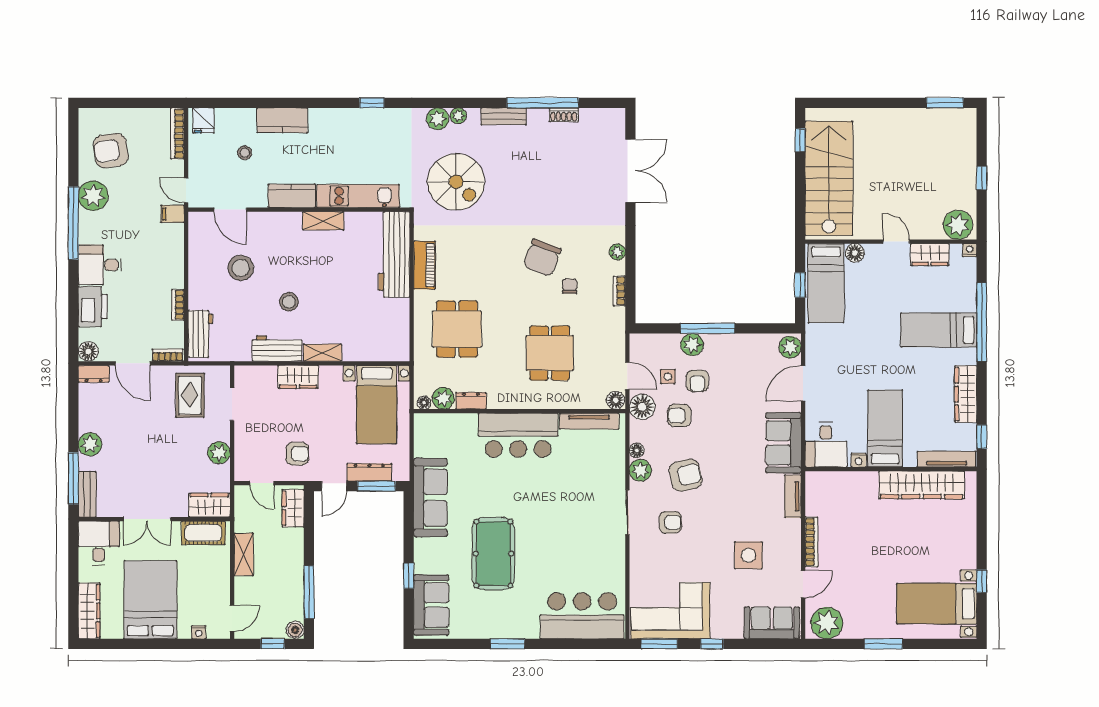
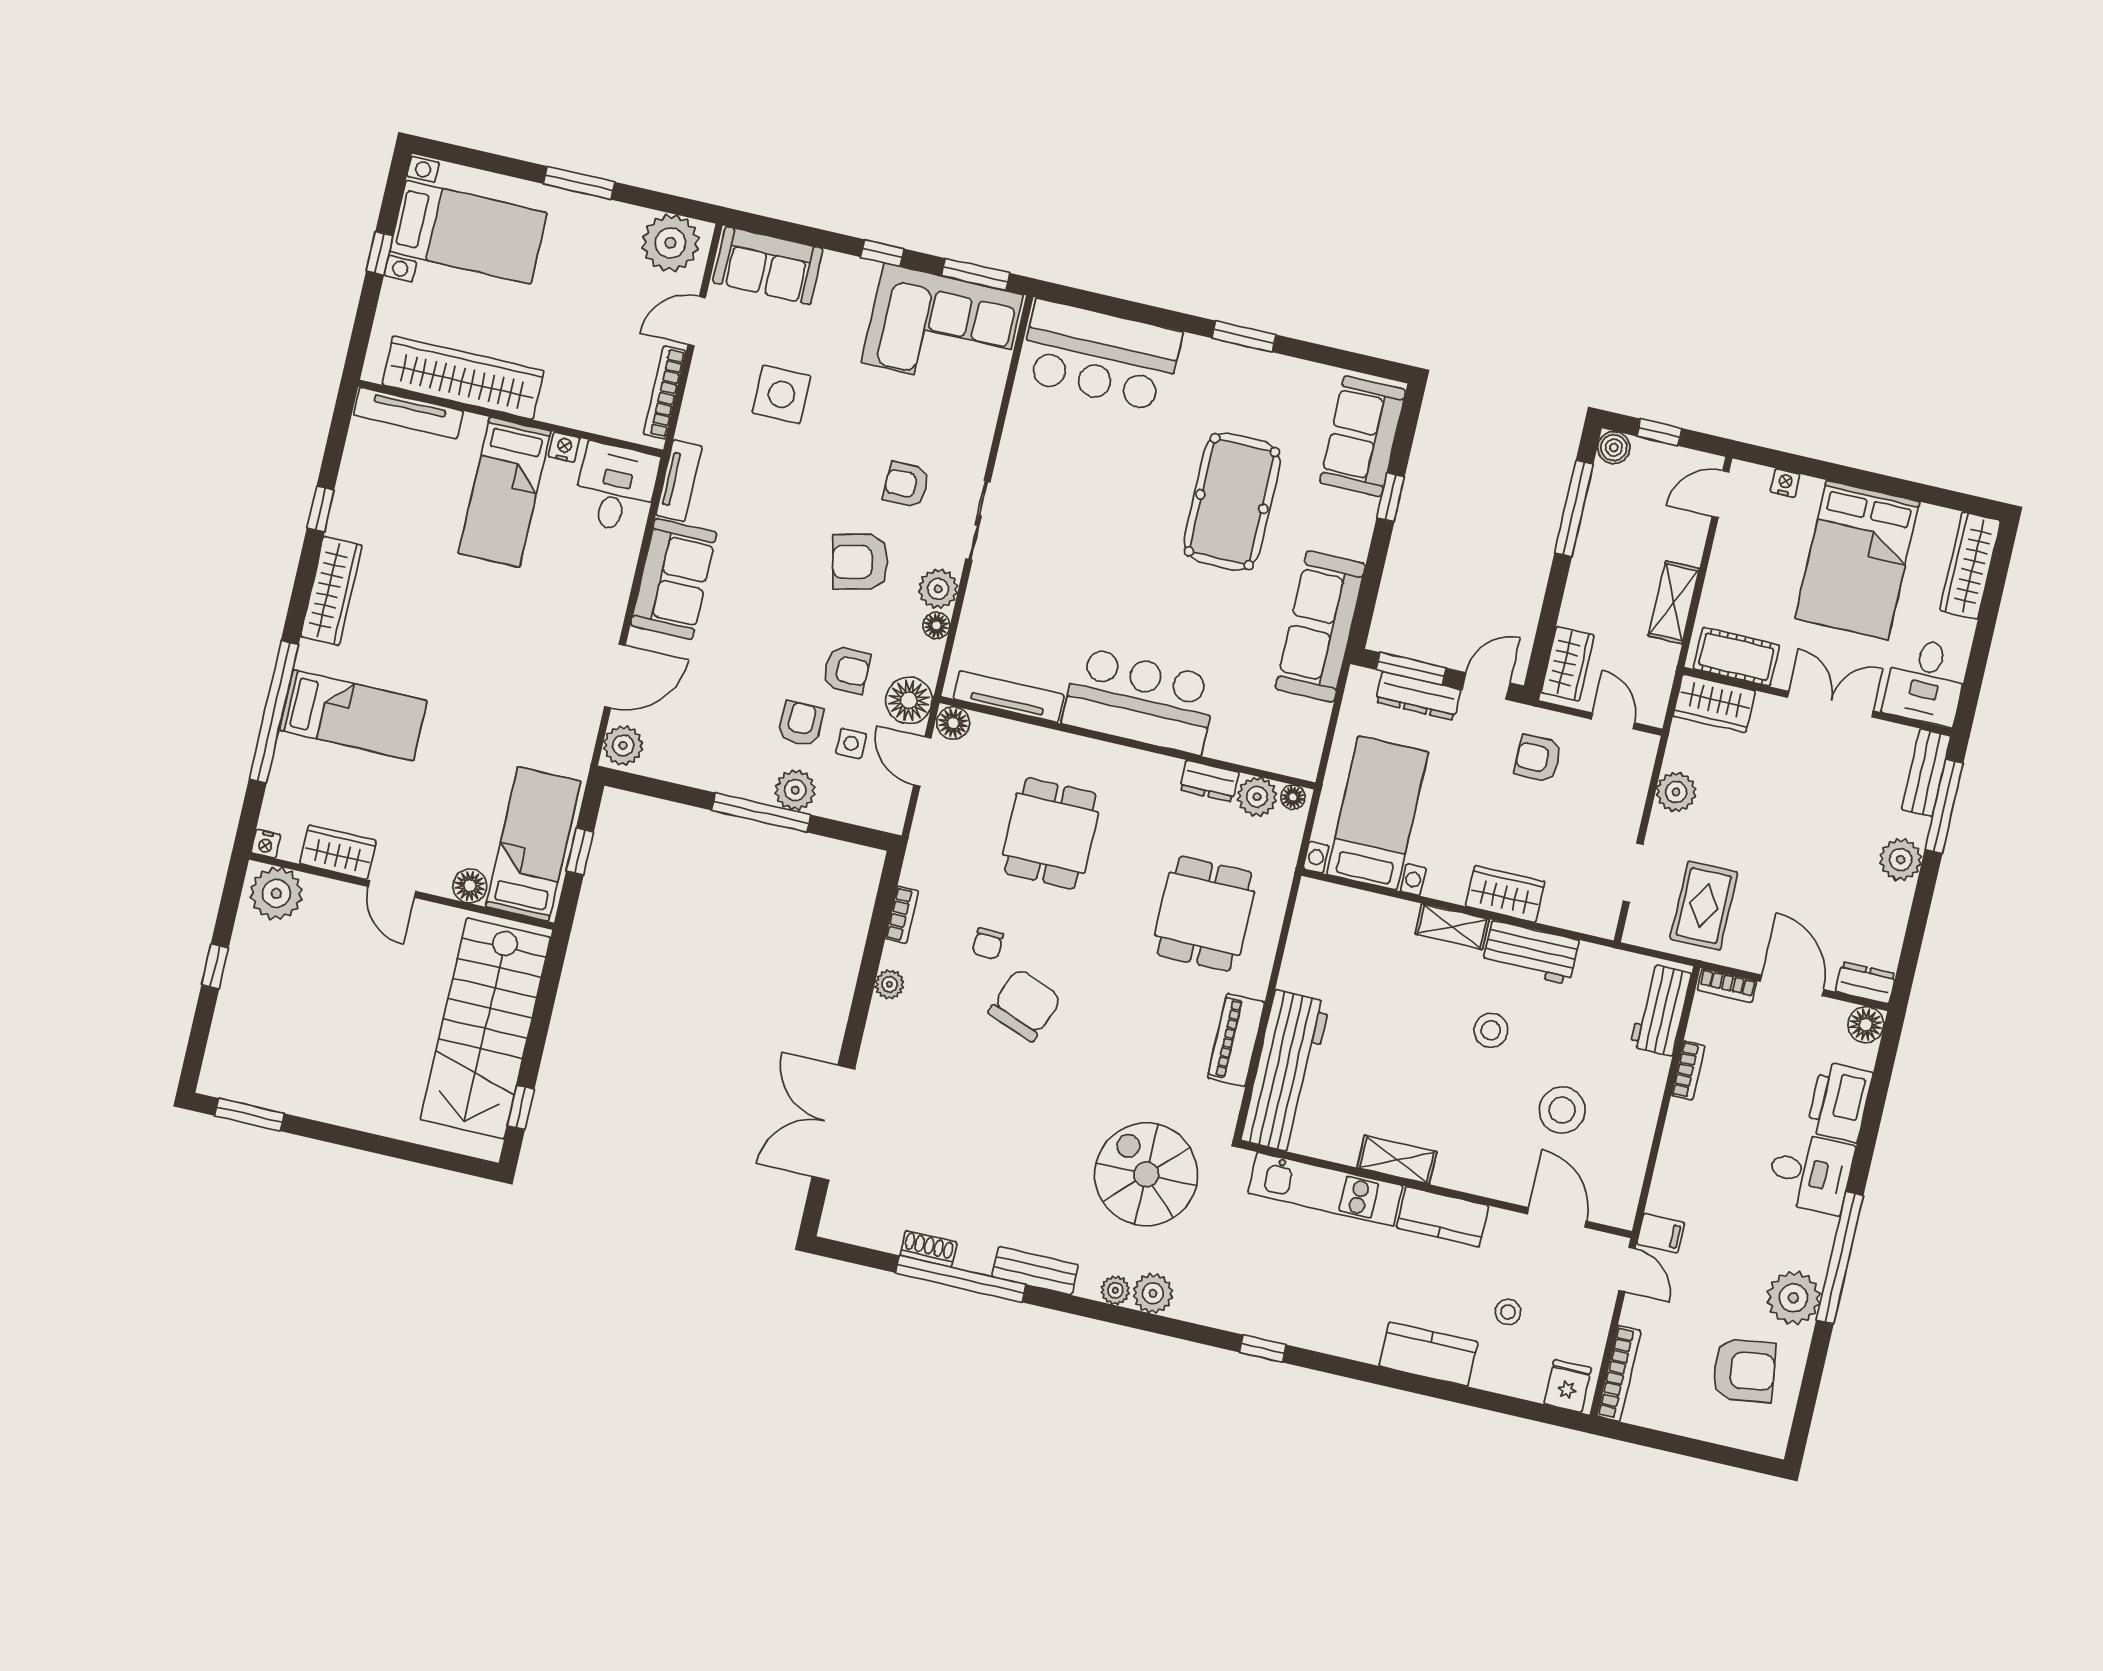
bed: (885, 429) -> (505, 492), moved
desk: (826, 445) -> (616, 488), moved
tv unit: (947, 459) -> (408, 413), moved
nightstand: (859, 460) -> (564, 447), moved
wall: (891, 469) -> (511, 418), moved
wardrobe: (922, 485) -> (463, 378), moved

